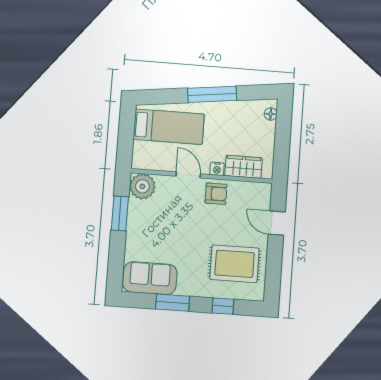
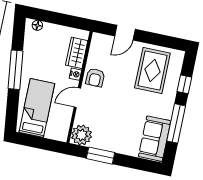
armchair: (216, 194) -> (95, 78), turned 180
window: (173, 303) -> (176, 123), width x1.44

